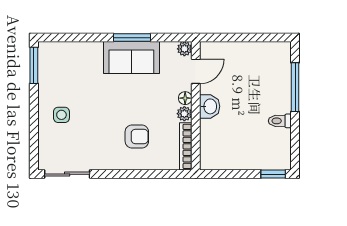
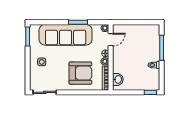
sofa: (131, 58) -> (66, 35), width x1.85, depth x1.27
washbasin: (210, 106) -> (118, 79), moved
armchair: (137, 136) -> (80, 73), width x1.88, depth x1.88

